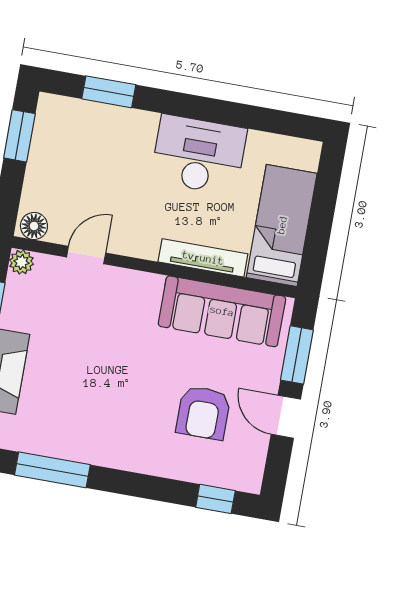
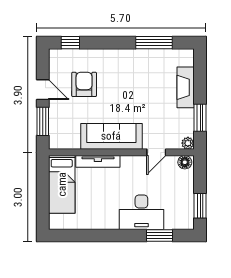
desk: (199, 155) -> (141, 212), moved
sofa: (222, 311) -> (111, 136), moved

